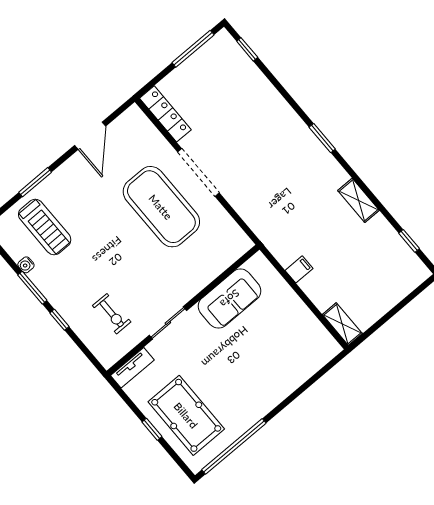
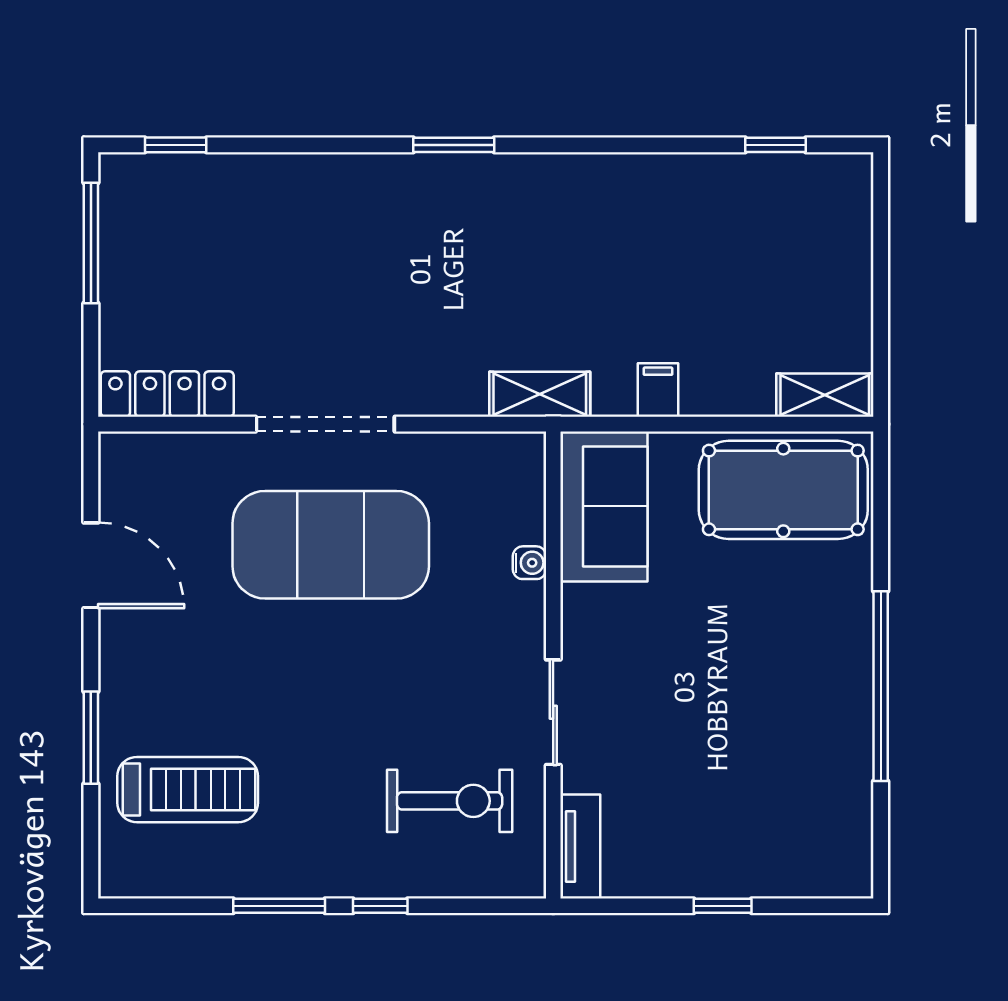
shelving: (359, 200) -> (540, 394), moved
water cooler: (26, 265) -> (530, 563), moved, turned -90
sofa: (230, 299) -> (604, 506), moved
exercise bike: (112, 314) -> (450, 801), width x1.38, depth x1.39
pool table: (186, 415) -> (783, 490), moved
window: (234, 446) -> (881, 686), moved

